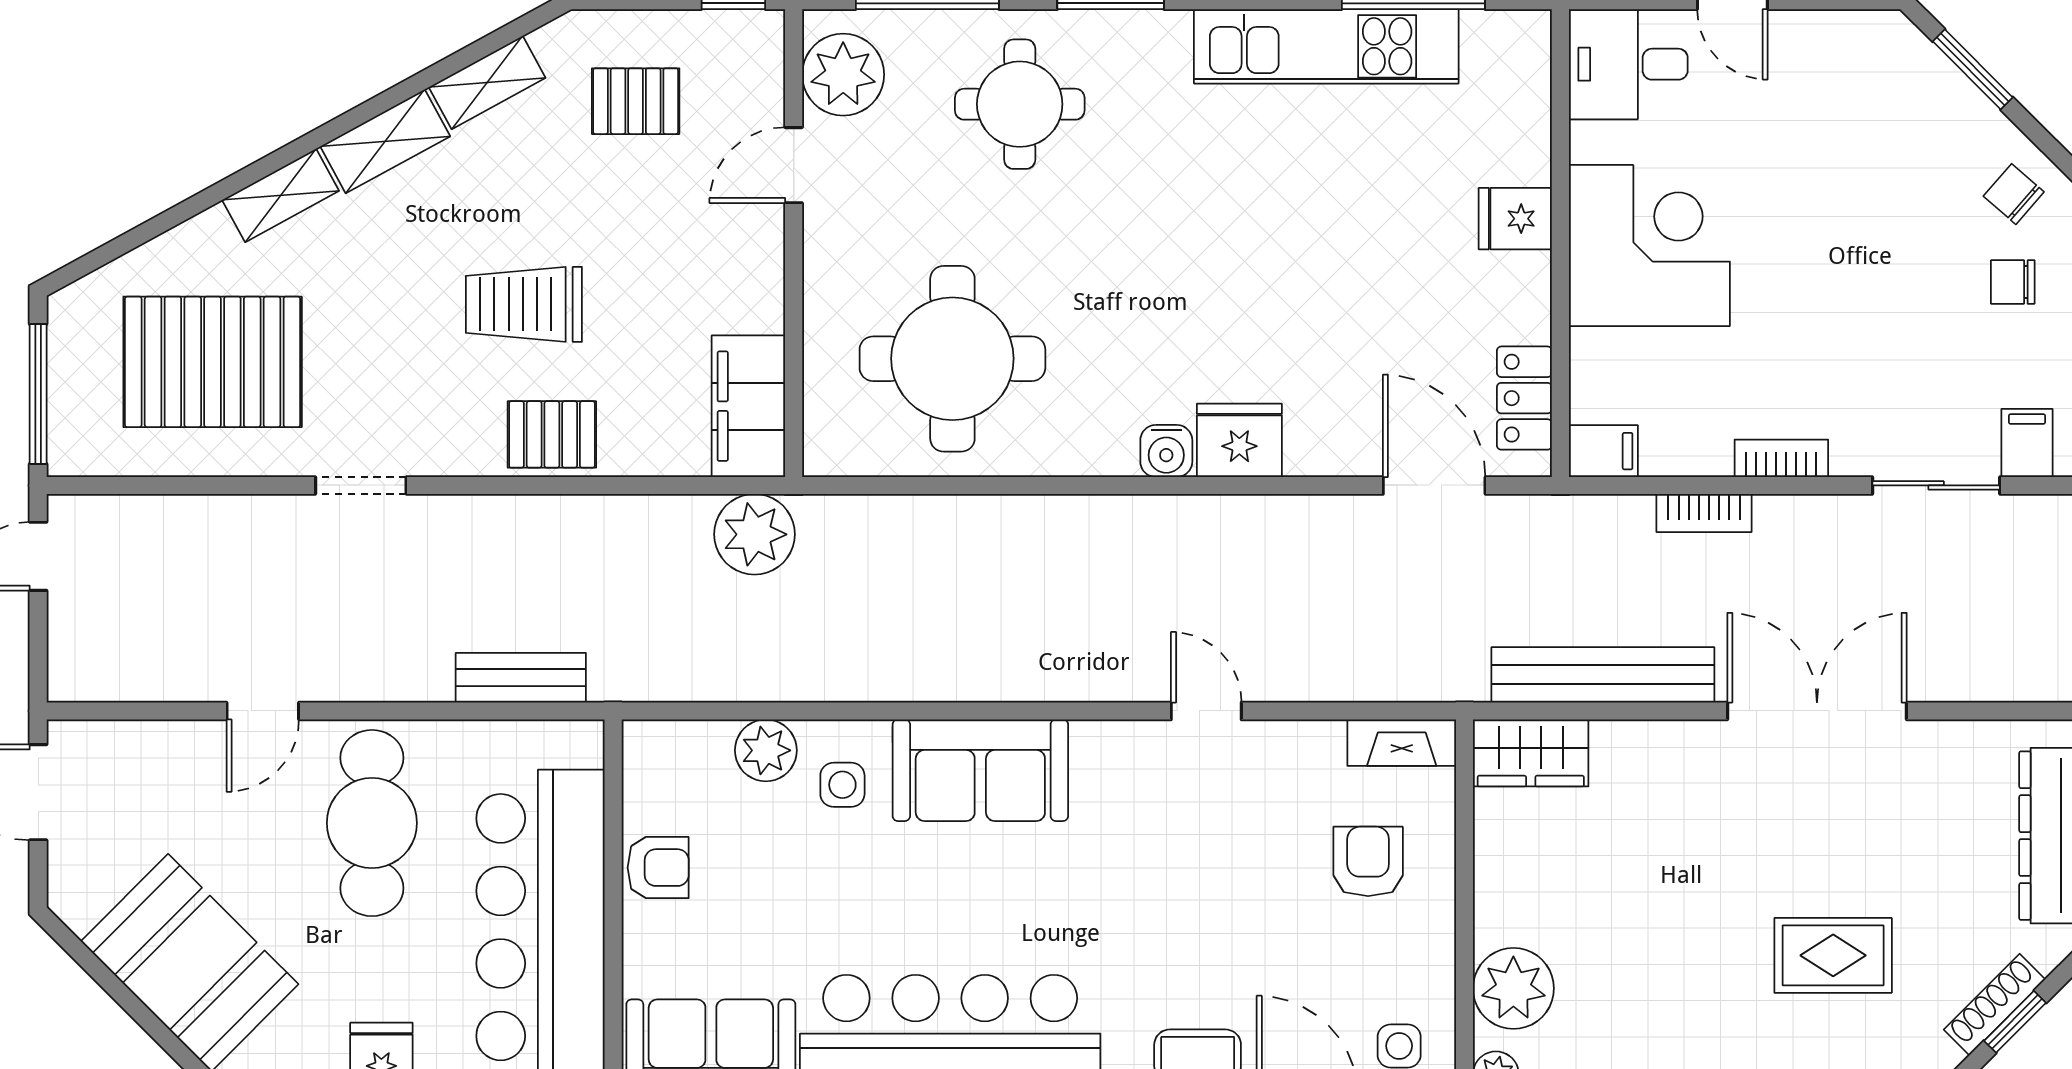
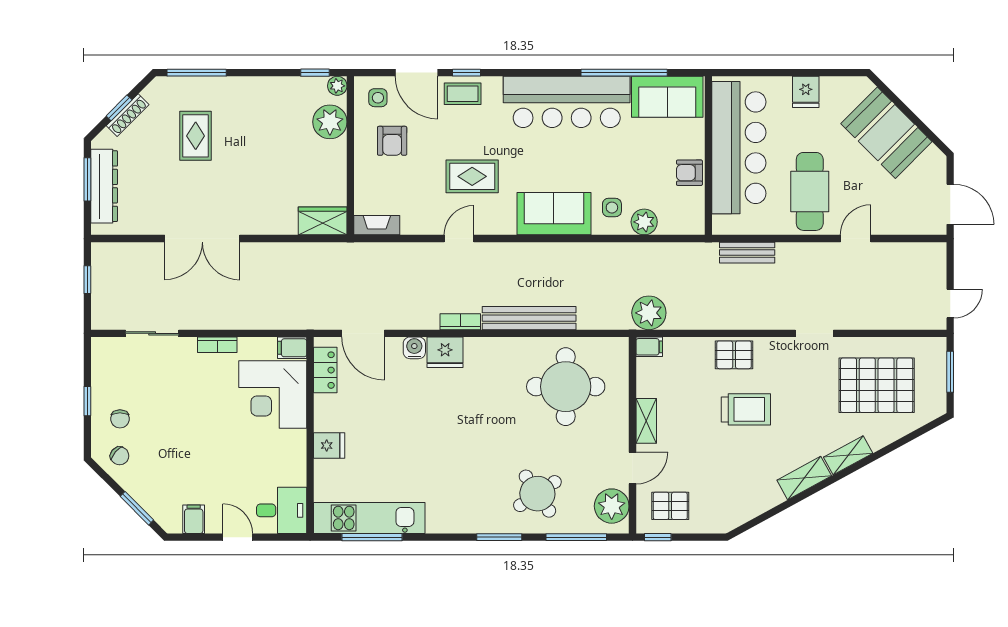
kitchen unit: (1326, 46) -> (369, 518), moved
shelving: (487, 83) -> (646, 421), moved, turned -61
pallet: (636, 101) -> (670, 506), moved
round table: (1020, 104) -> (537, 494), turned -34
corner desk: (1649, 246) -> (273, 394), moved
chair: (2013, 282) -> (120, 419), turned 90
window: (38, 394) -> (950, 372), width x0.69
filing cabinet: (748, 406) -> (649, 347), width x0.33, depth x0.86
filing cabinet: (2027, 443) -> (194, 519), moved, turned 180
water cooler: (1166, 451) -> (414, 348), moved
bookcase: (1704, 513) -> (460, 322), moved
bench: (1603, 675) -> (529, 318), moved
door: (1206, 711) -> (459, 239), swing flipped
rug: (1175, 859) -> (472, 176), added
armchair: (1368, 861) -> (392, 141), moved
rug: (1833, 955) -> (196, 136), turned 90

